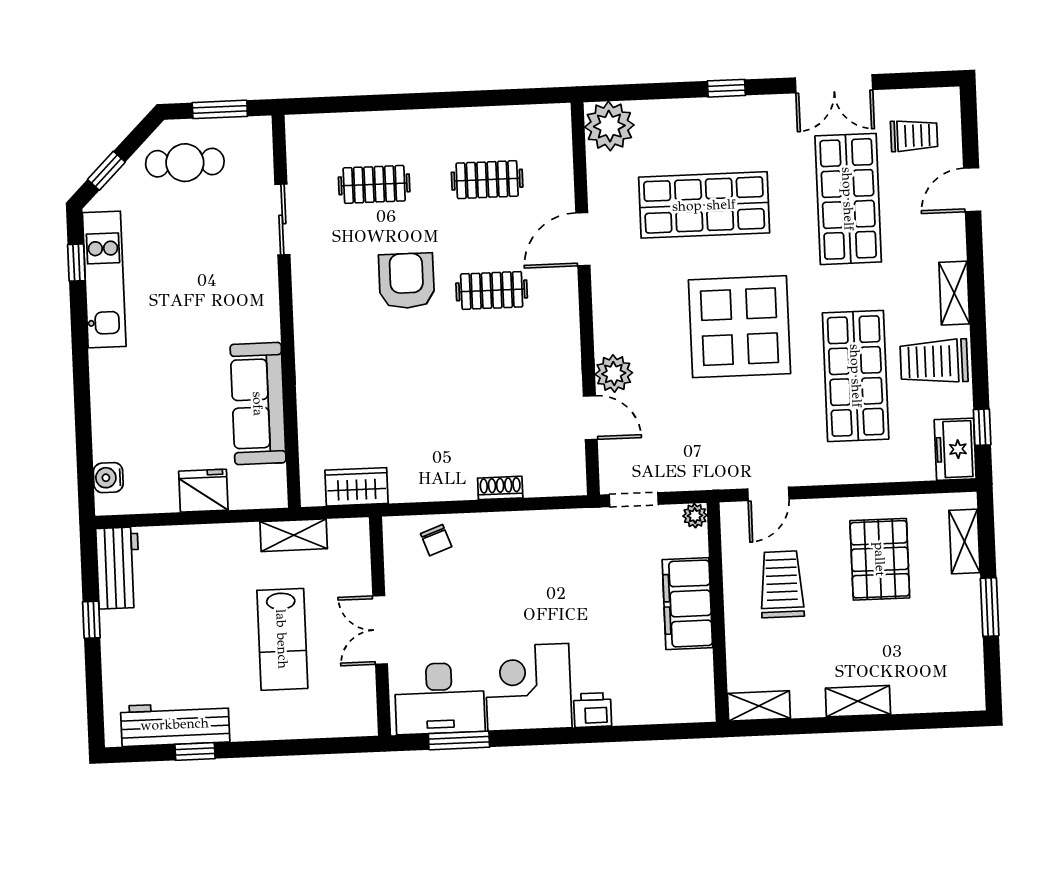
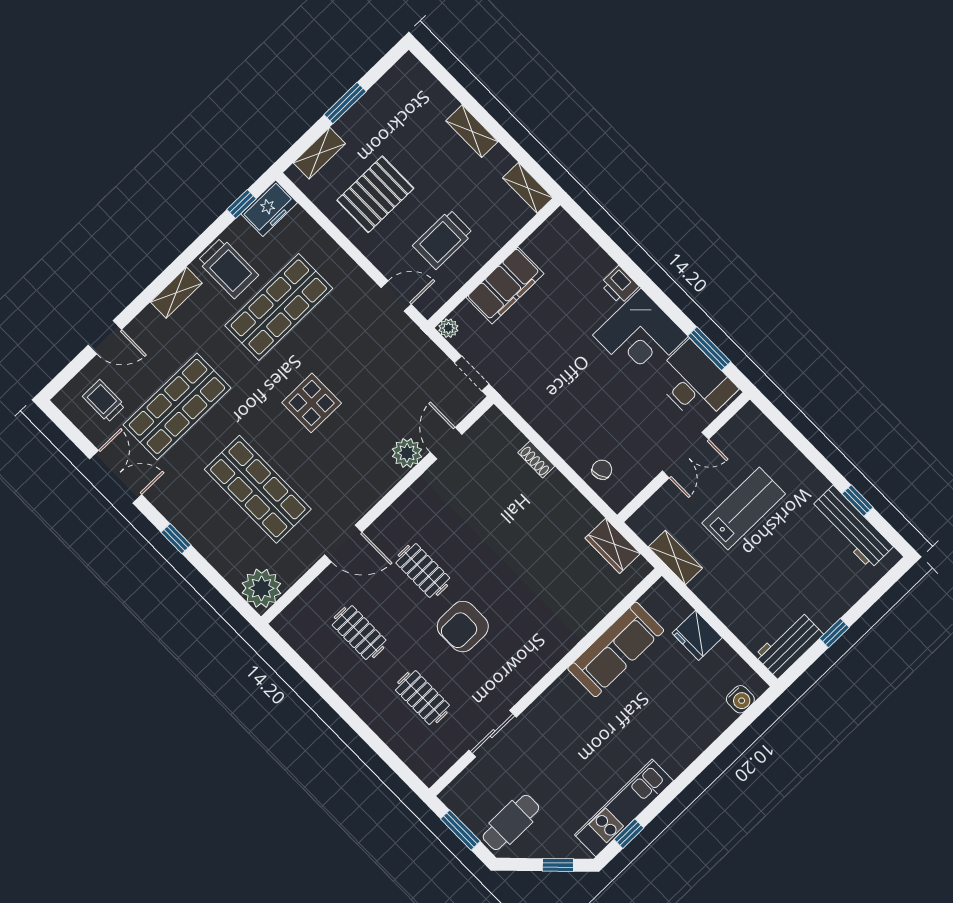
cafe table: (185, 163) -> (511, 822), turned 90
display table: (739, 327) -> (312, 403), width x0.54, depth x0.54

